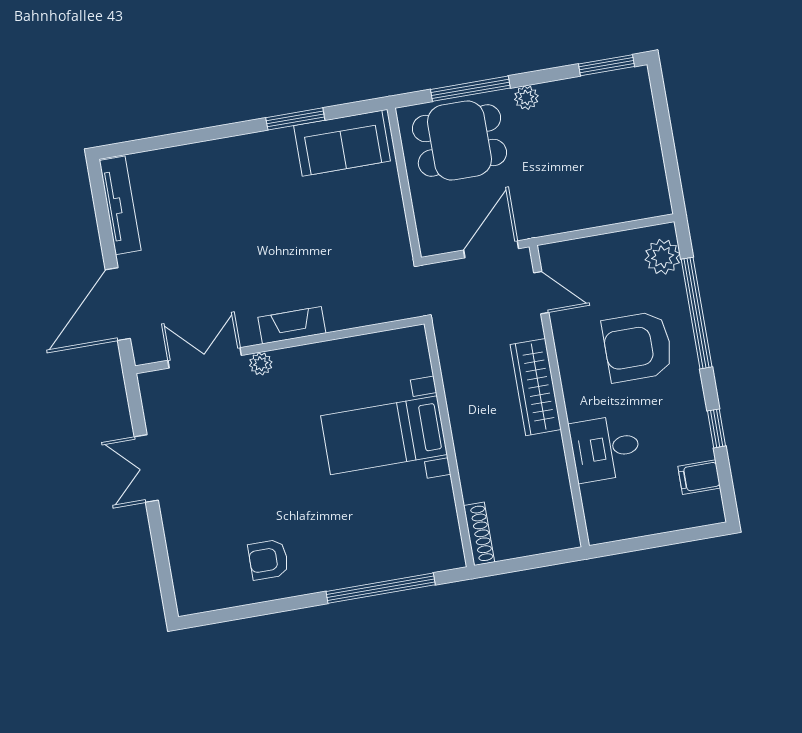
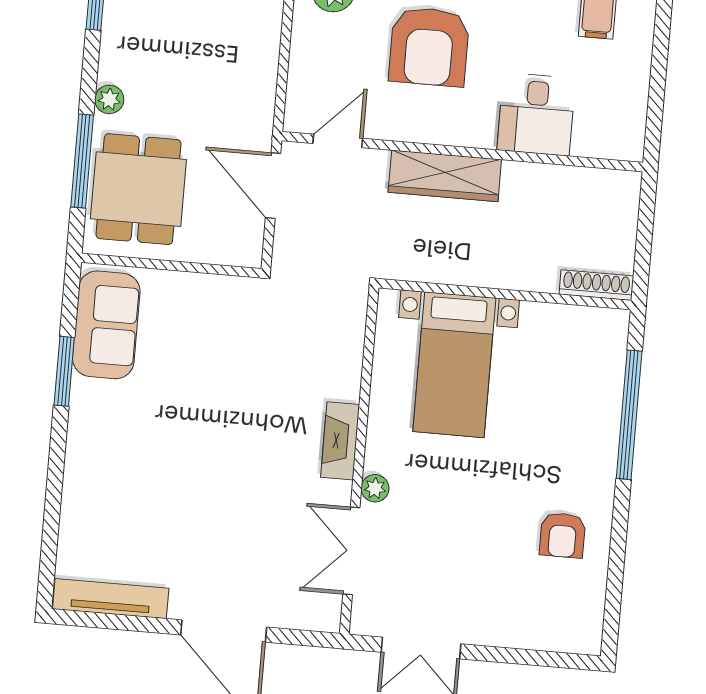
fireplace: (292, 325) -> (340, 441), moved
wall: (280, 345) -> (359, 461), moved
double door: (205, 358) -> (351, 551), moved
plant: (261, 364) -> (375, 488), moved

